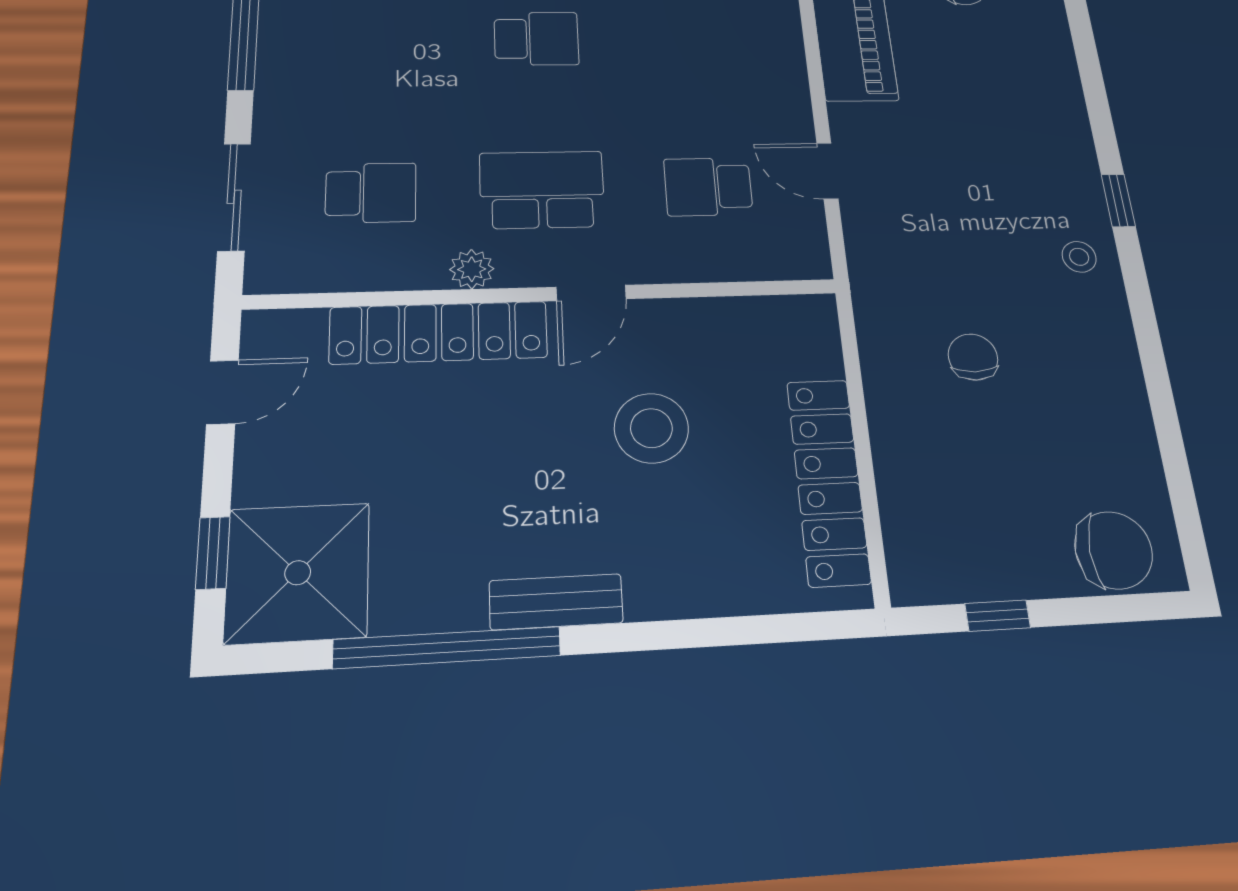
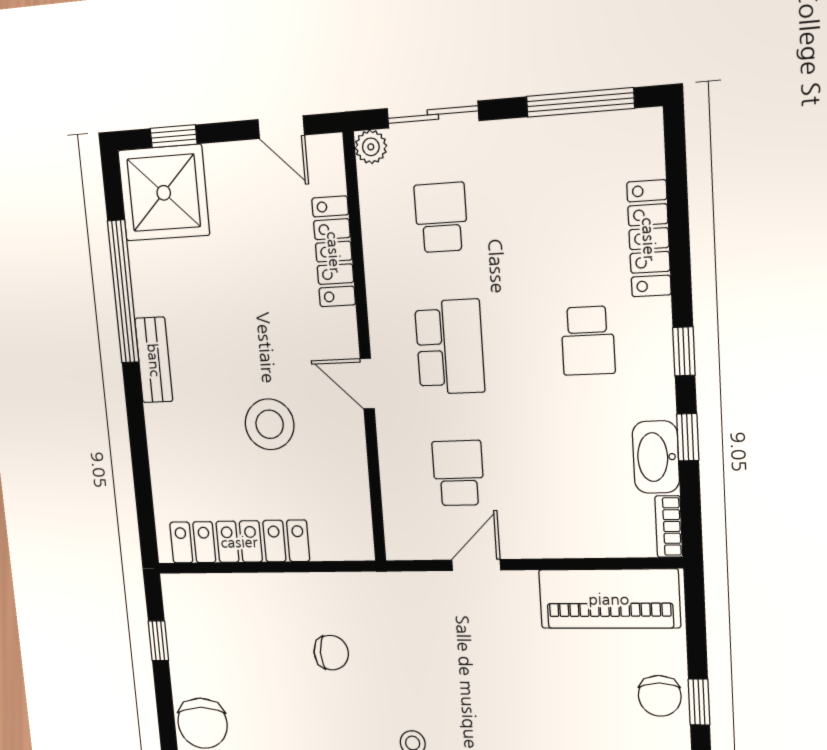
school desk: (371, 193) -> (441, 218), turned 180
plant: (472, 269) -> (371, 147), moved
locker: (439, 333) -> (334, 252), width x0.71, depth x0.83

